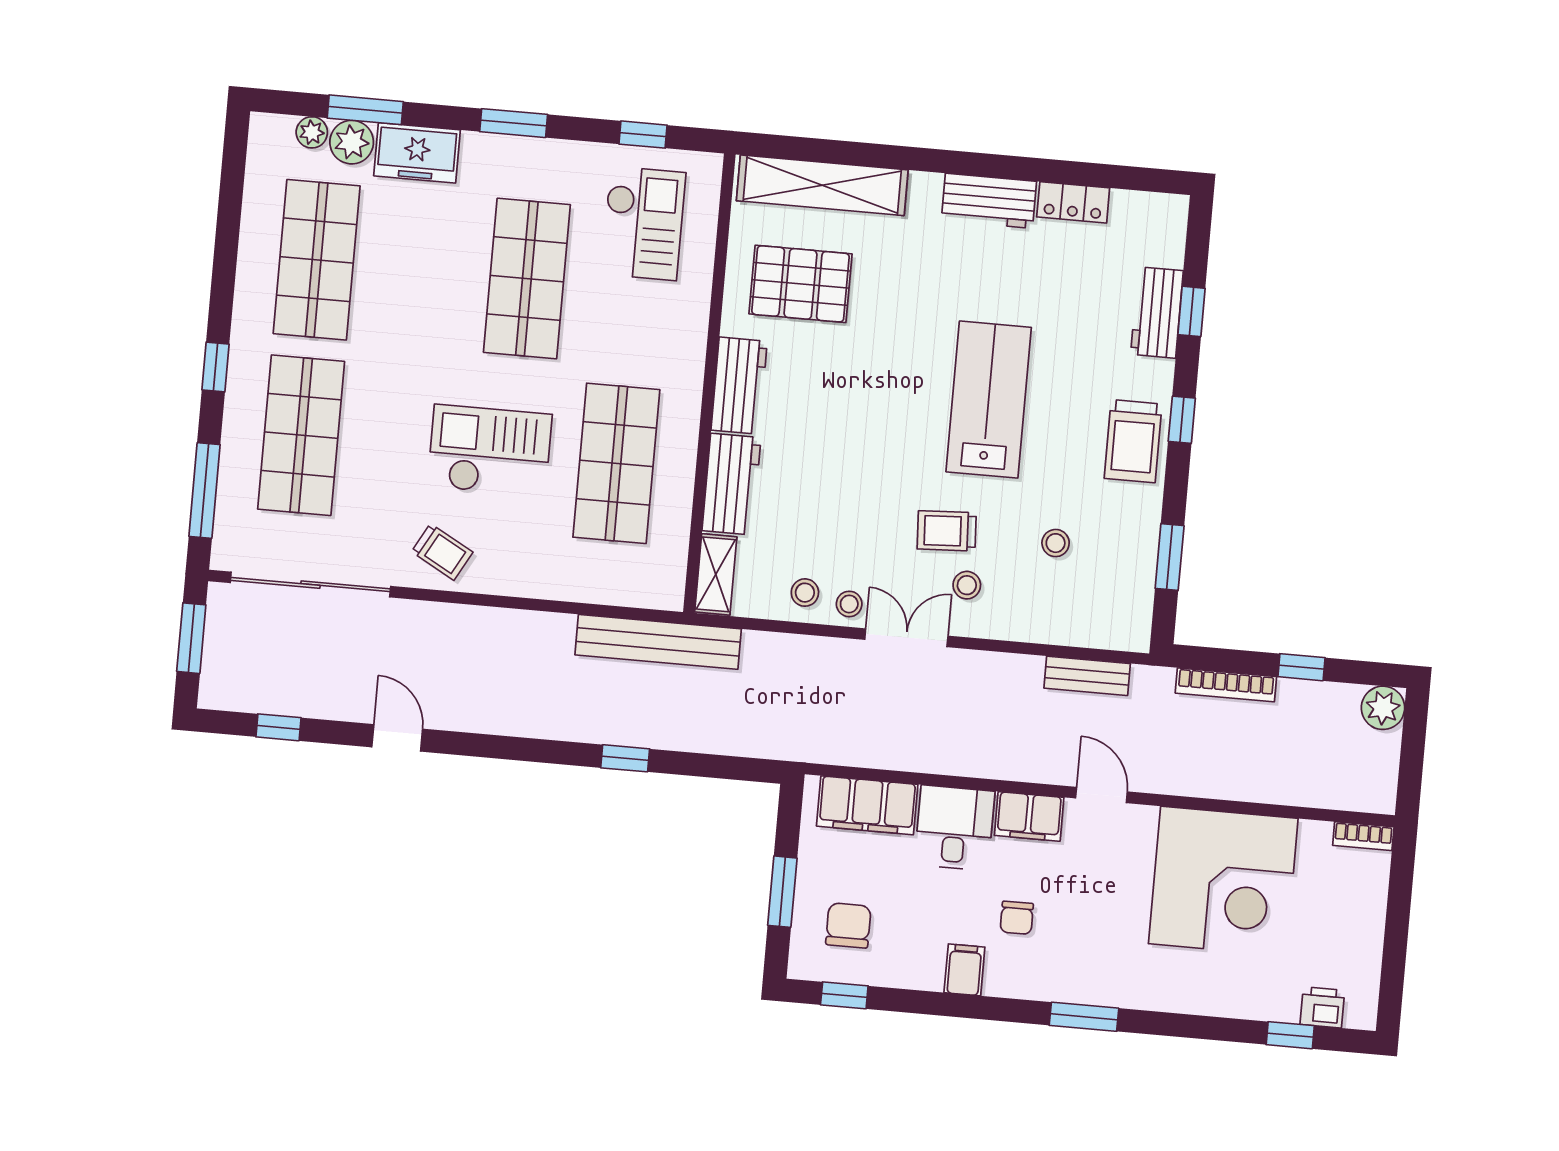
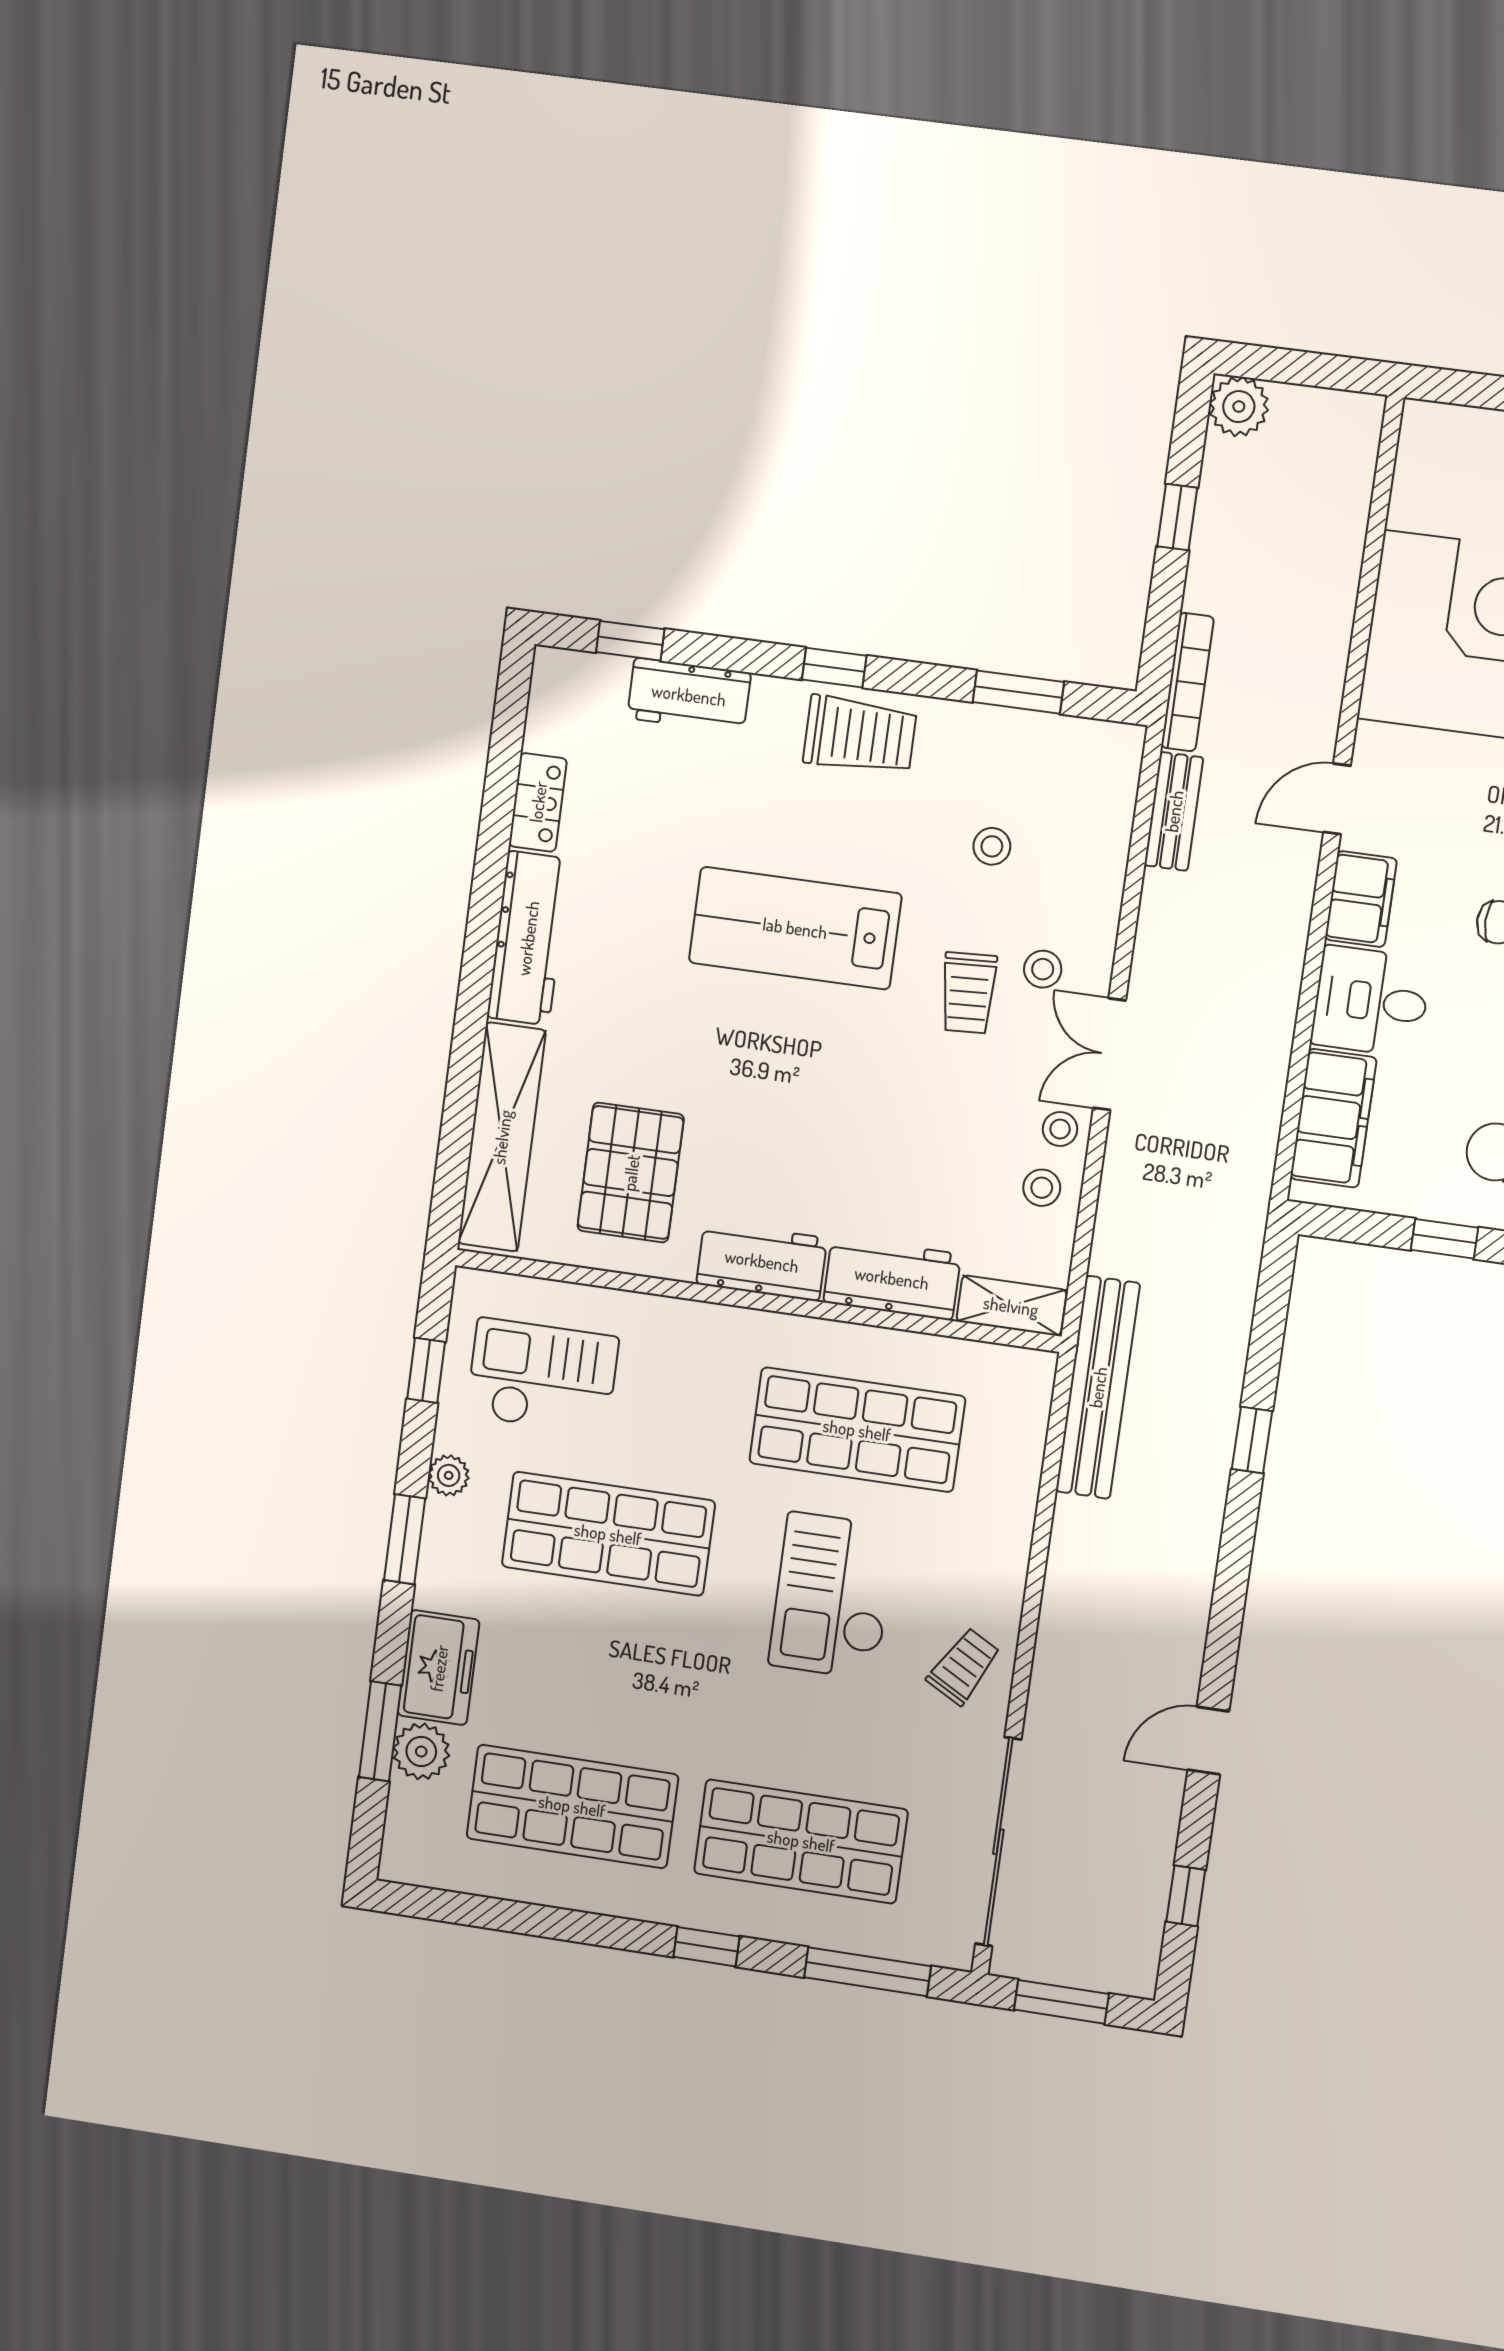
plant: (312, 132) -> (449, 1475), moved
workbench: (989, 201) -> (528, 938), width x1.38
window: (1191, 311) -> (630, 641), moved
bookcase: (1226, 685) -> (1187, 682), moved
bookcase: (1363, 836) -> (1414, 440), removed
window: (782, 892) -> (1444, 1239), width x0.67

